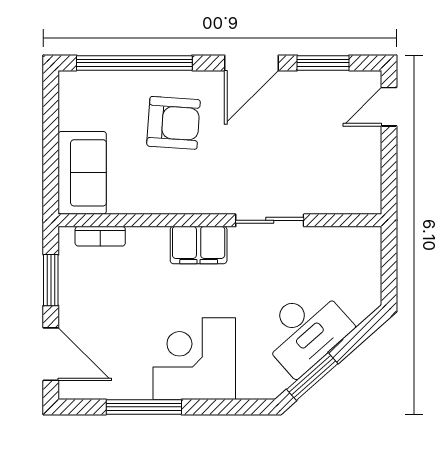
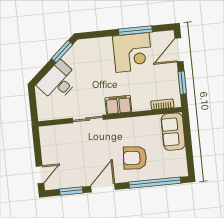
desk: (305, 330) -> (58, 82), moved
door: (51, 354) -> (179, 50), hinge flipped
corner desk: (194, 359) -> (133, 53), moved

